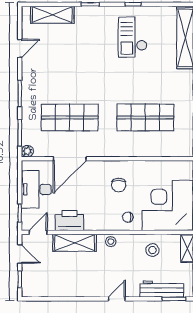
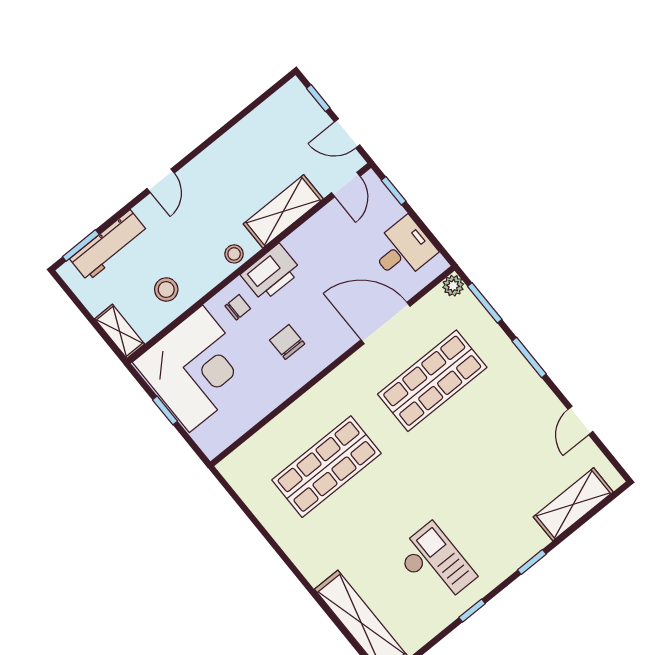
door: (70, 159) -> (385, 323), hinge flipped
desk: (36, 189) -> (403, 249), width x0.73
printer: (69, 221) -> (271, 273), moved

